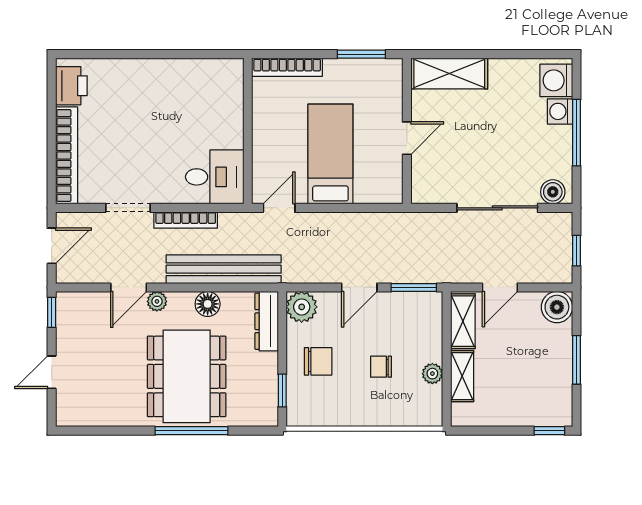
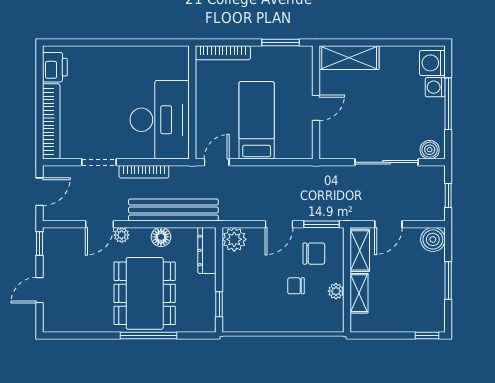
desk: (215, 177) -> (160, 120), width x1.87, depth x1.30
chair: (318, 361) -> (314, 254), moved

